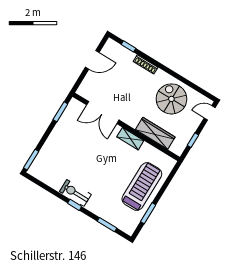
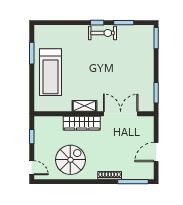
window: (128, 46) -> (133, 182), width x2.17
spiral stairs: (171, 99) -> (70, 160), turned -90
door: (210, 113) -> (32, 168), hinge flipped
wardrobe: (155, 133) -> (82, 123), moved
window: (107, 225) -> (124, 23), moved

